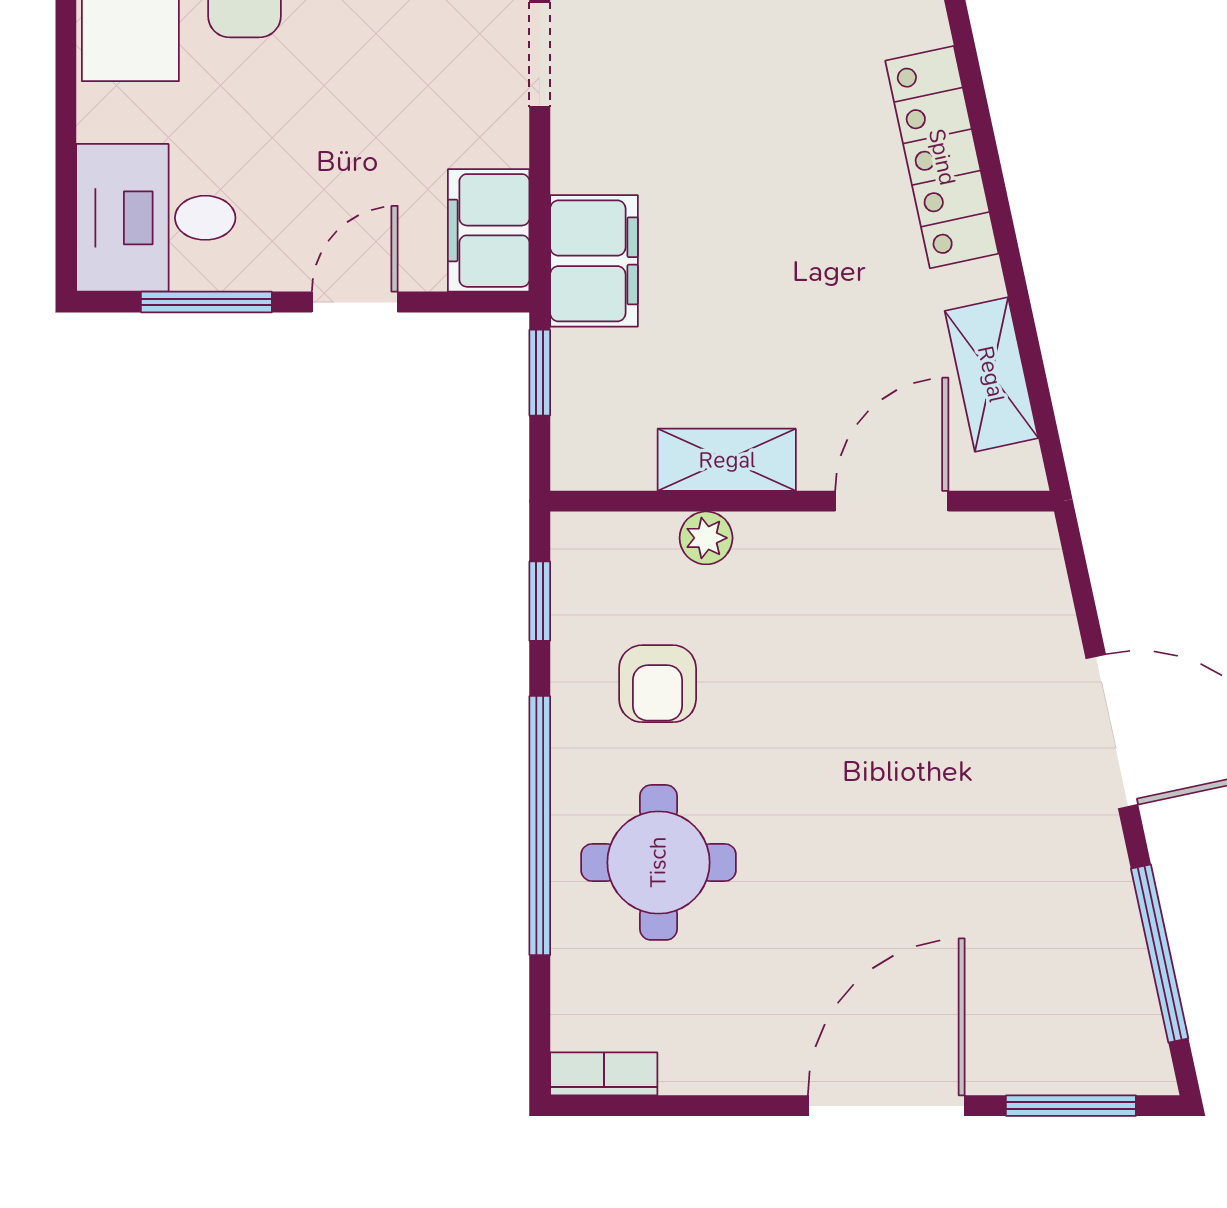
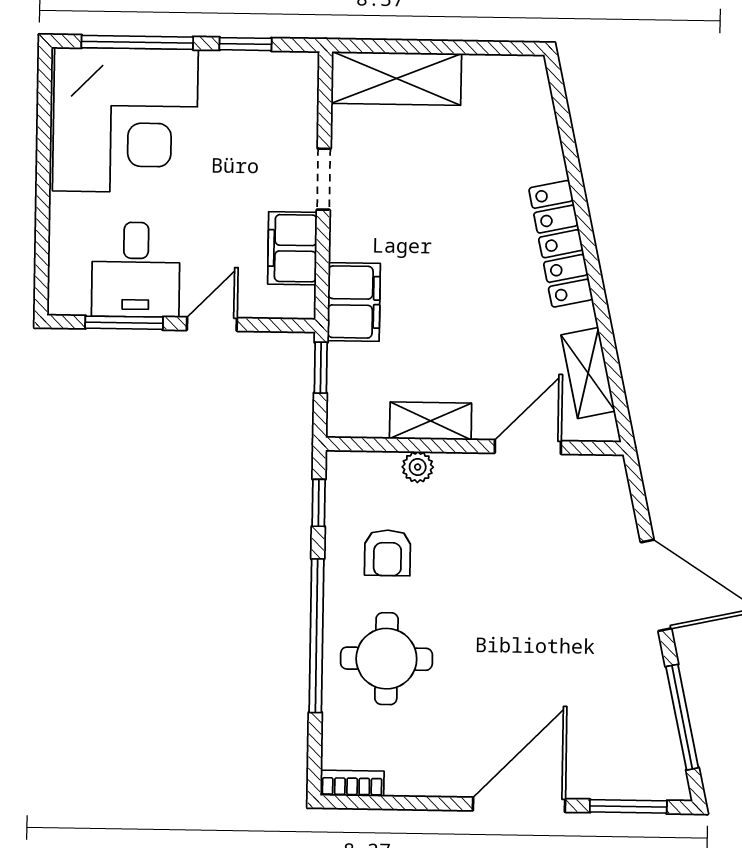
desk: (156, 218) -> (136, 270), moved, turned -90
filing cabinet: (489, 230) -> (292, 248), moved

